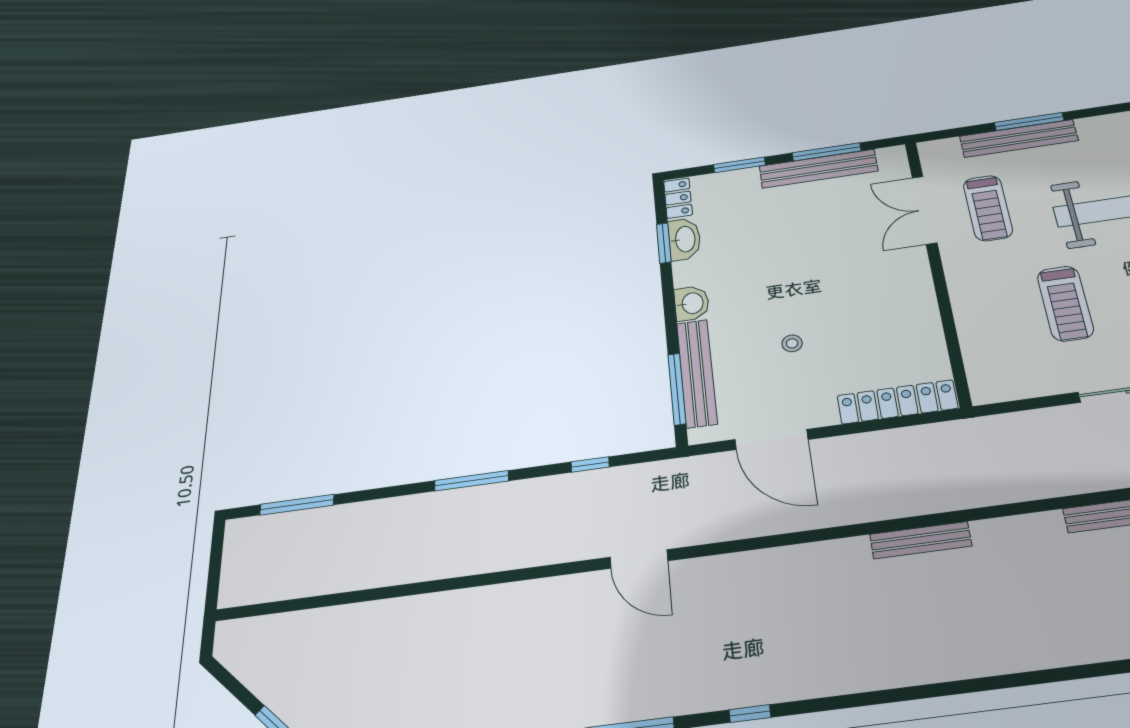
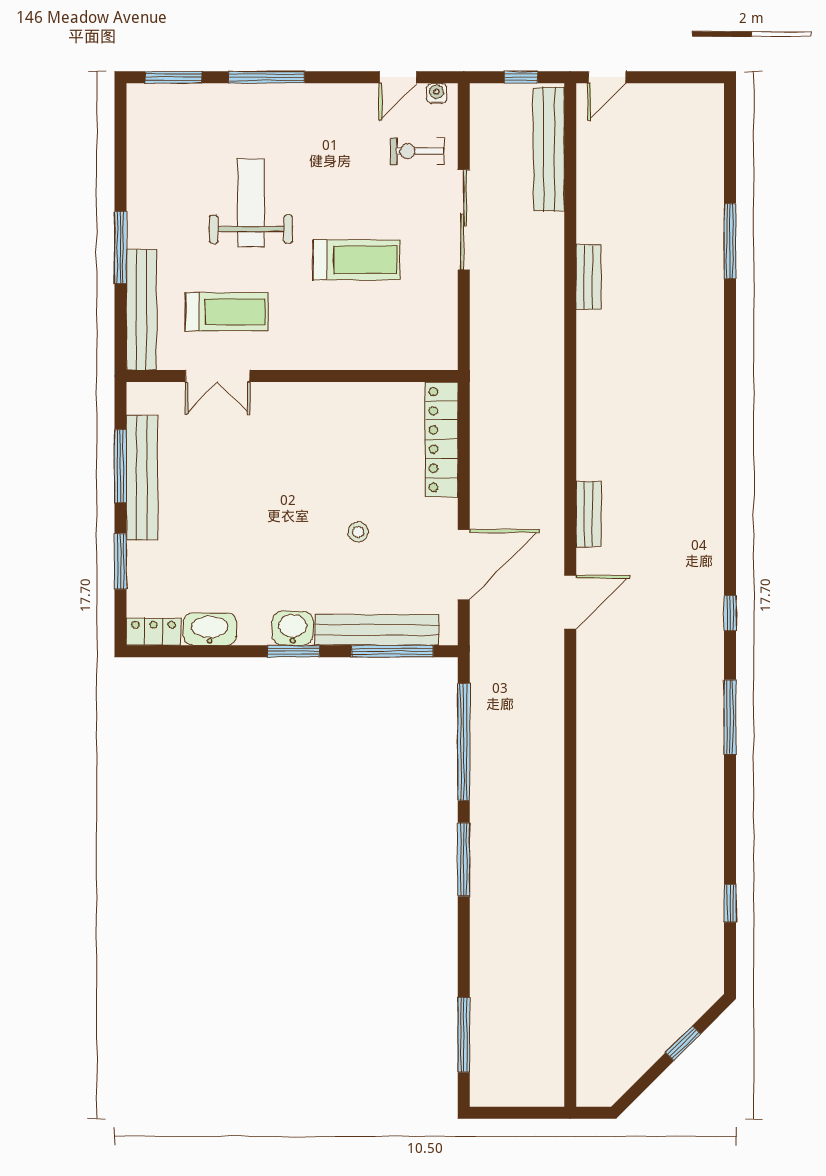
bench: (1019, 138) -> (141, 310), moved
double door: (925, 210) -> (218, 376), width x0.73
window: (664, 243) -> (293, 651), moved
window: (590, 464) -> (464, 742), width x3.17
bench: (921, 540) -> (589, 514), moved, width x0.73
door: (639, 559) -> (570, 602), moved

